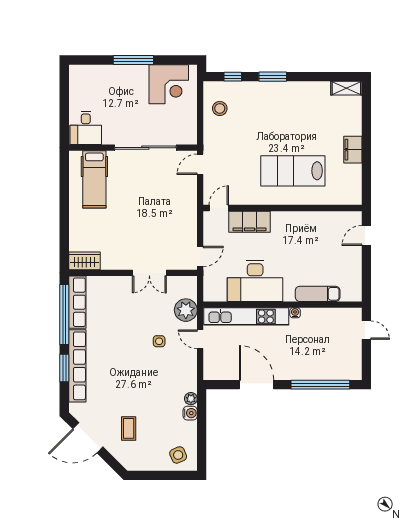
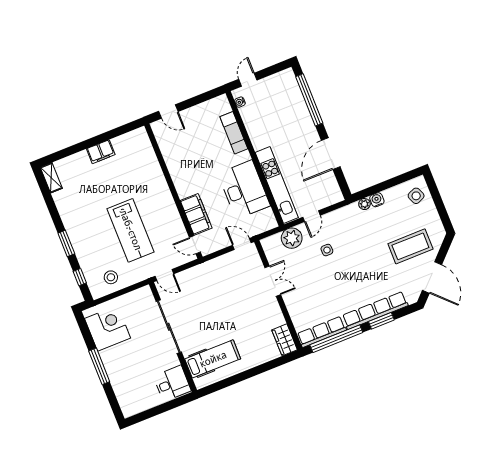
lab bench: (293, 171) -> (131, 230), moved
water cooler: (295, 313) -> (240, 102), moved
coffee table: (129, 428) -> (410, 246), width x1.86, depth x1.72

